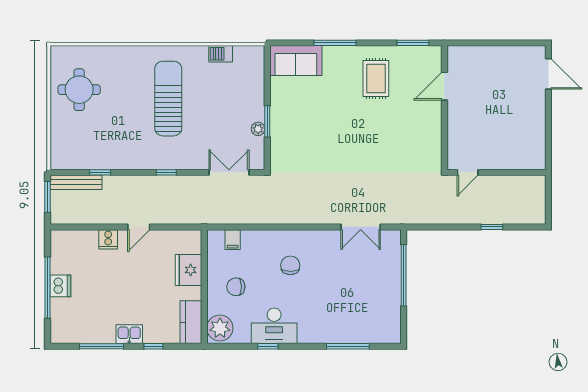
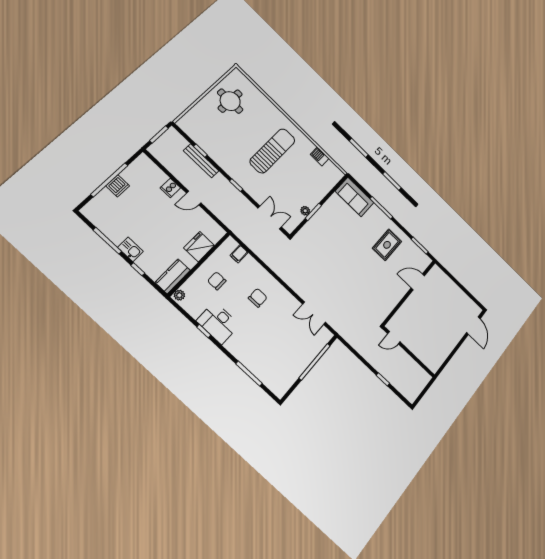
bench: (76, 182) -> (201, 161), moved
plant: (220, 328) -> (179, 295), width x0.53, depth x0.53

